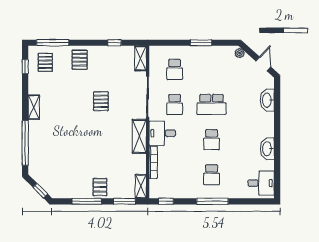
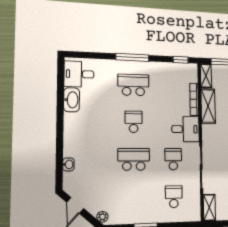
washbasin: (267, 100) -> (68, 164), width x0.52, depth x0.69
shelving: (139, 136) -> (208, 106), moved
washbasin: (267, 149) -> (72, 100), moved
school desk: (212, 175) -> (133, 85), width x1.85

